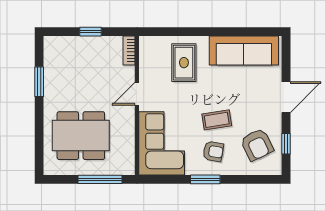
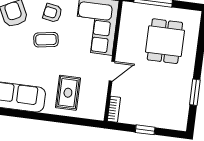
dining table: (81, 136) -> (165, 41), width x0.73

